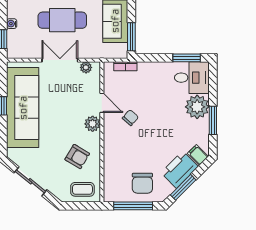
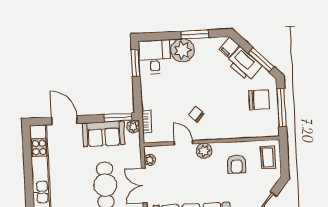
plant: (121, 52) -> (133, 127), added
door: (102, 103) -> (183, 143), hinge flipped
armchair: (77, 157) -> (237, 164), turned 149

